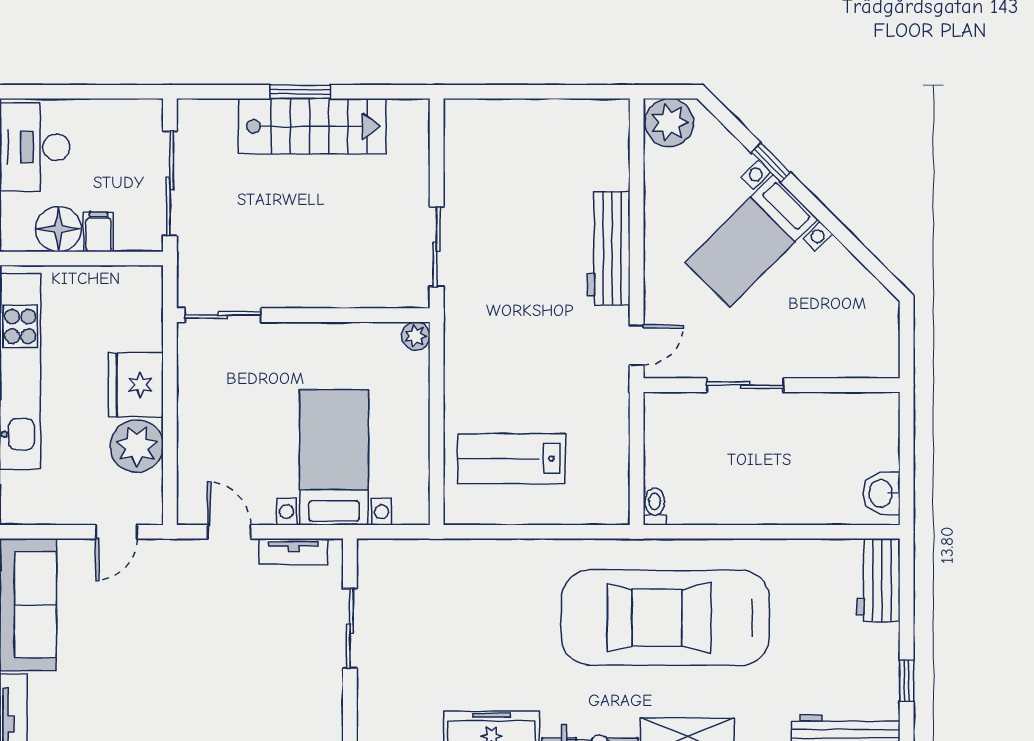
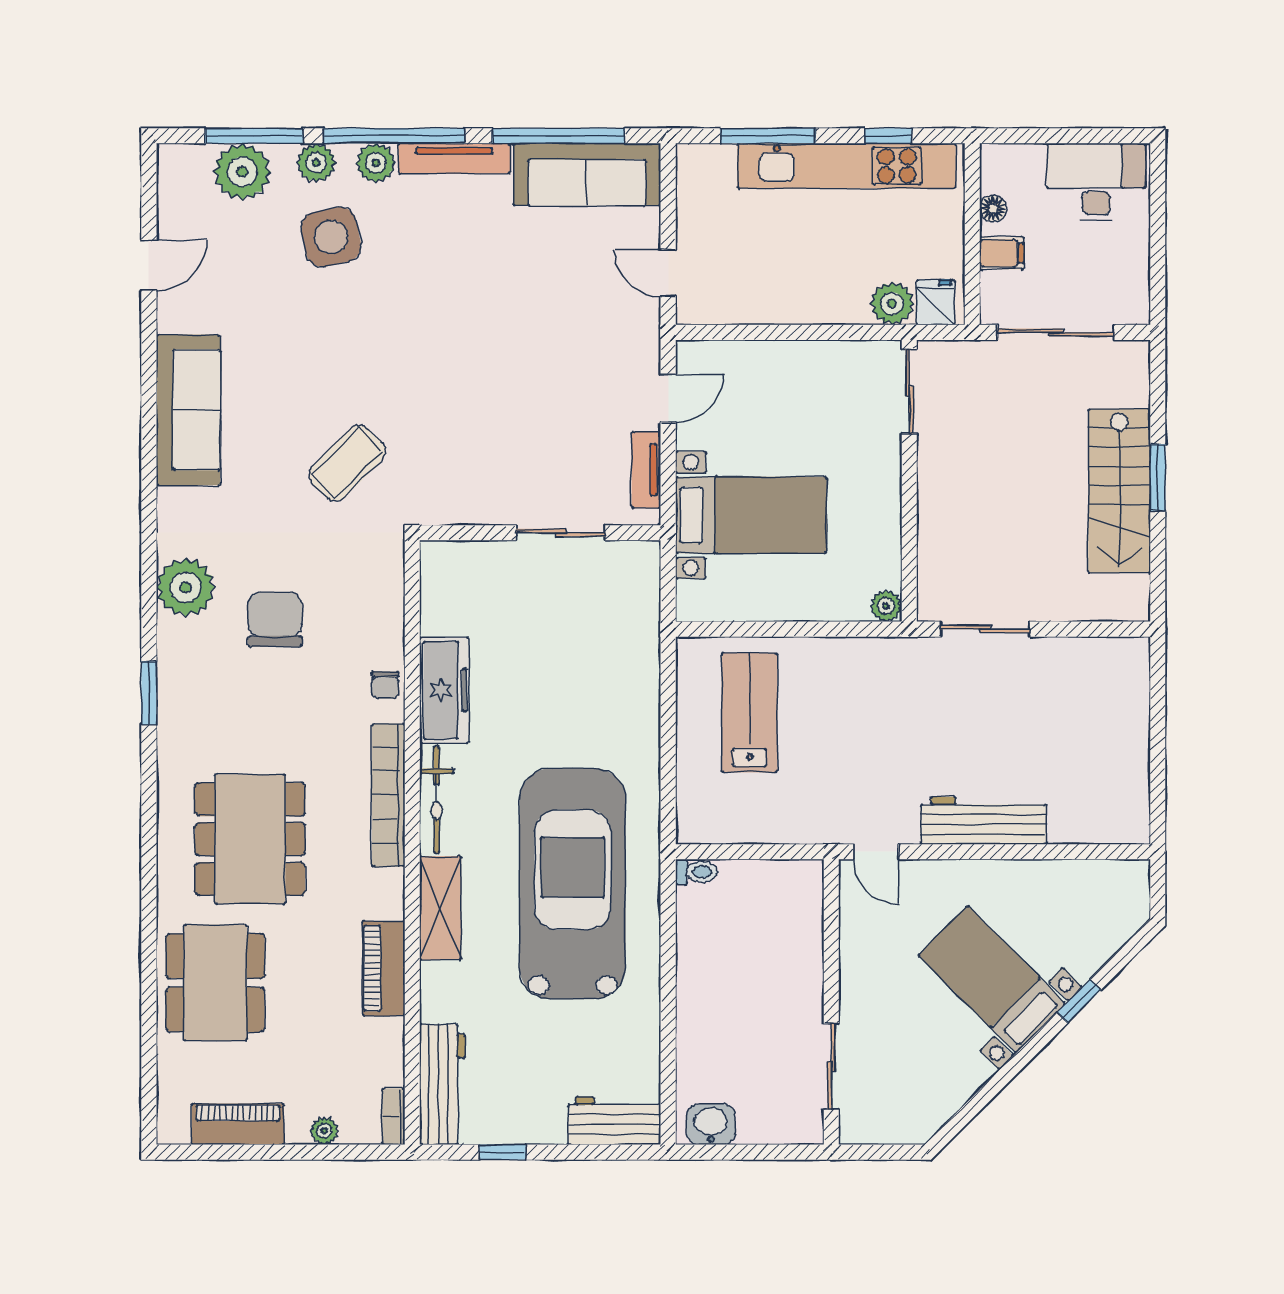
plant: (669, 123) -> (1123, 888), removed
floor lamp: (58, 229) -> (993, 208), width x0.53, depth x0.53
fridge: (136, 385) -> (936, 302), moved, width x0.53, depth x0.75
sliding door: (745, 385) -> (831, 1066), moved
plant: (137, 446) -> (892, 303), moved, width x0.73, depth x0.73

